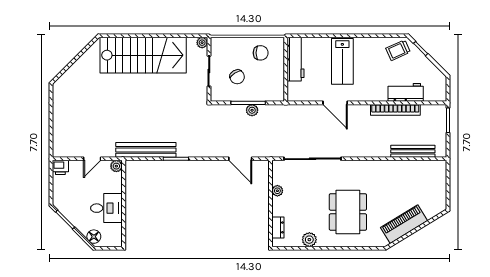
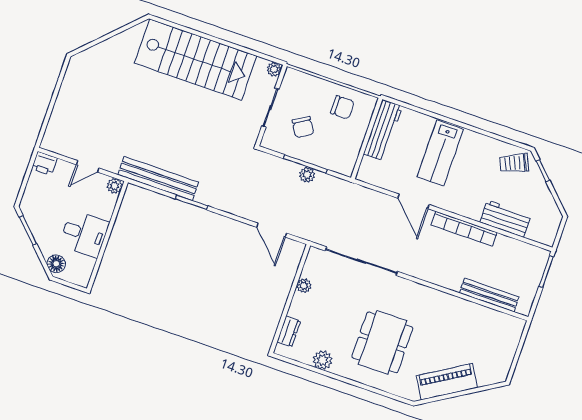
bookcase: (395, 110) -> (464, 229), moved

